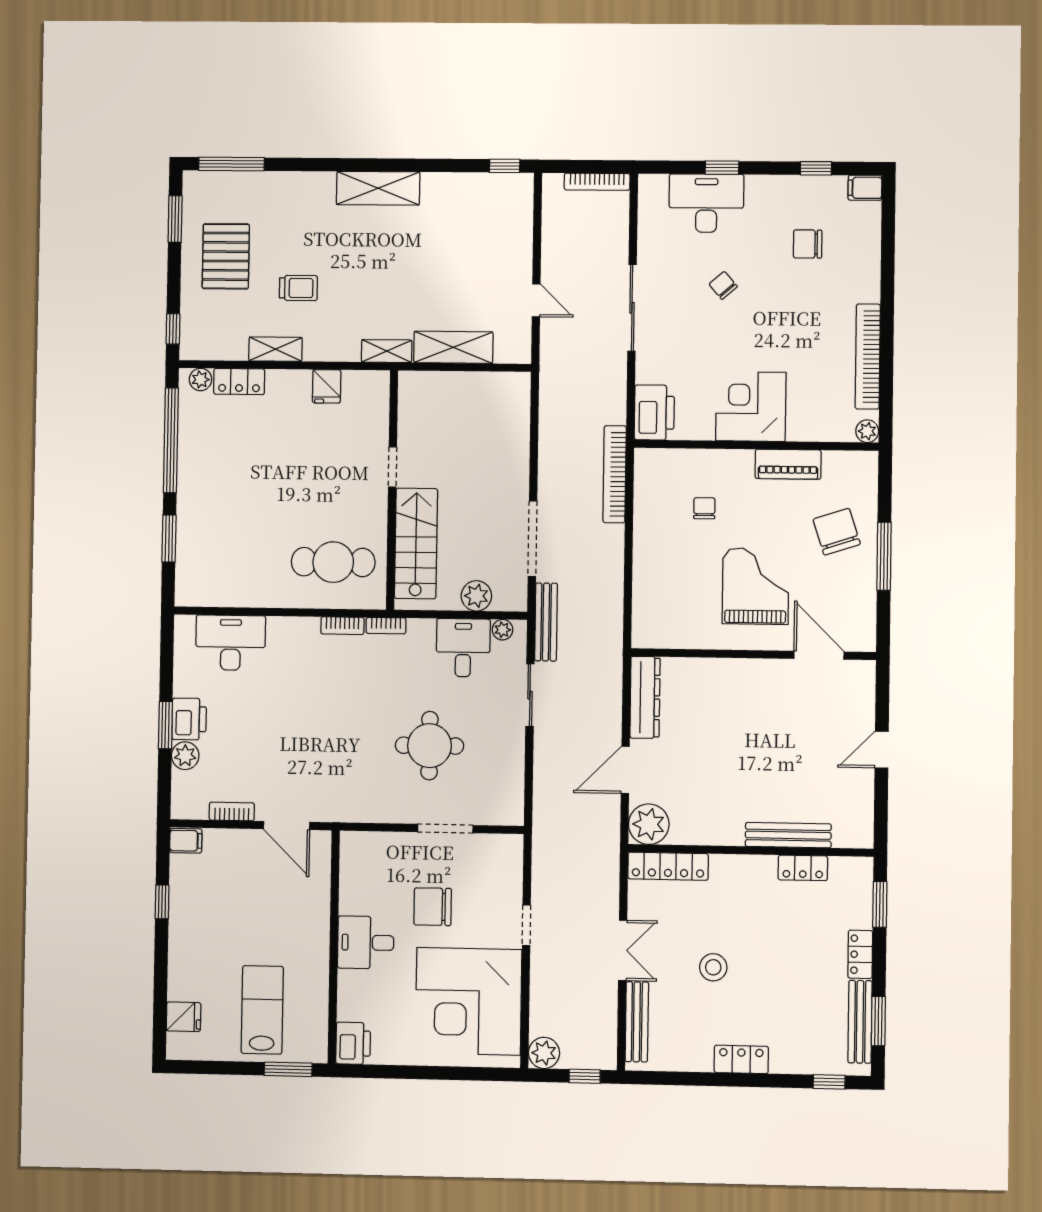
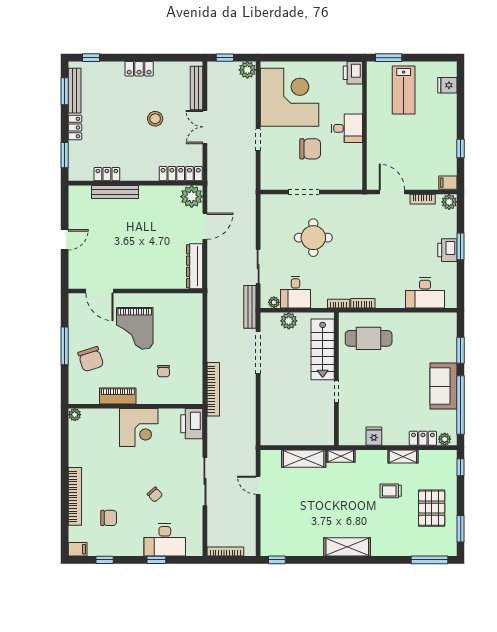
bookcase: (868, 357) -> (75, 496), moved
sofa: (201, 475) -> (444, 386), added
plant: (185, 756) -> (449, 202), moved

